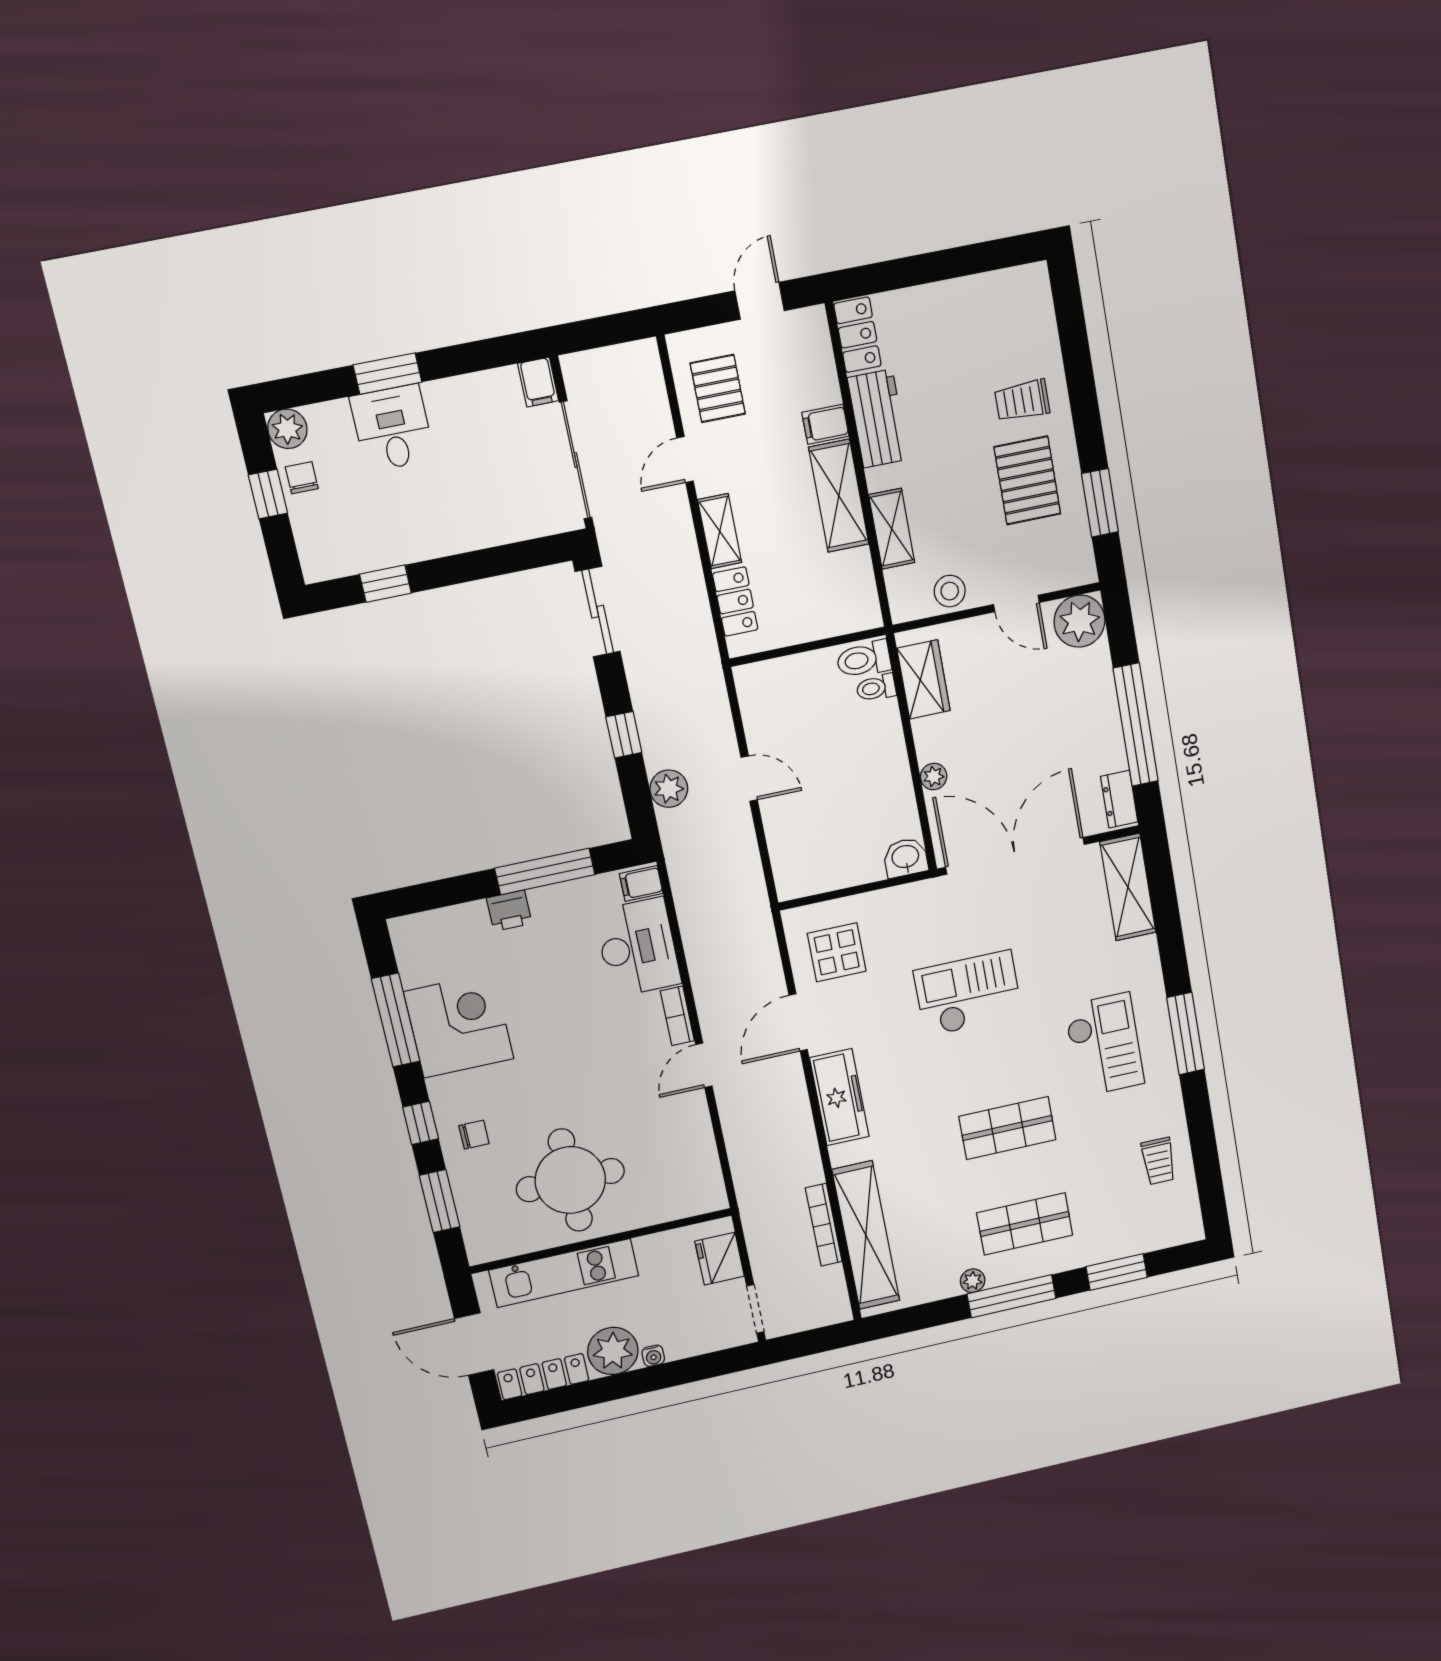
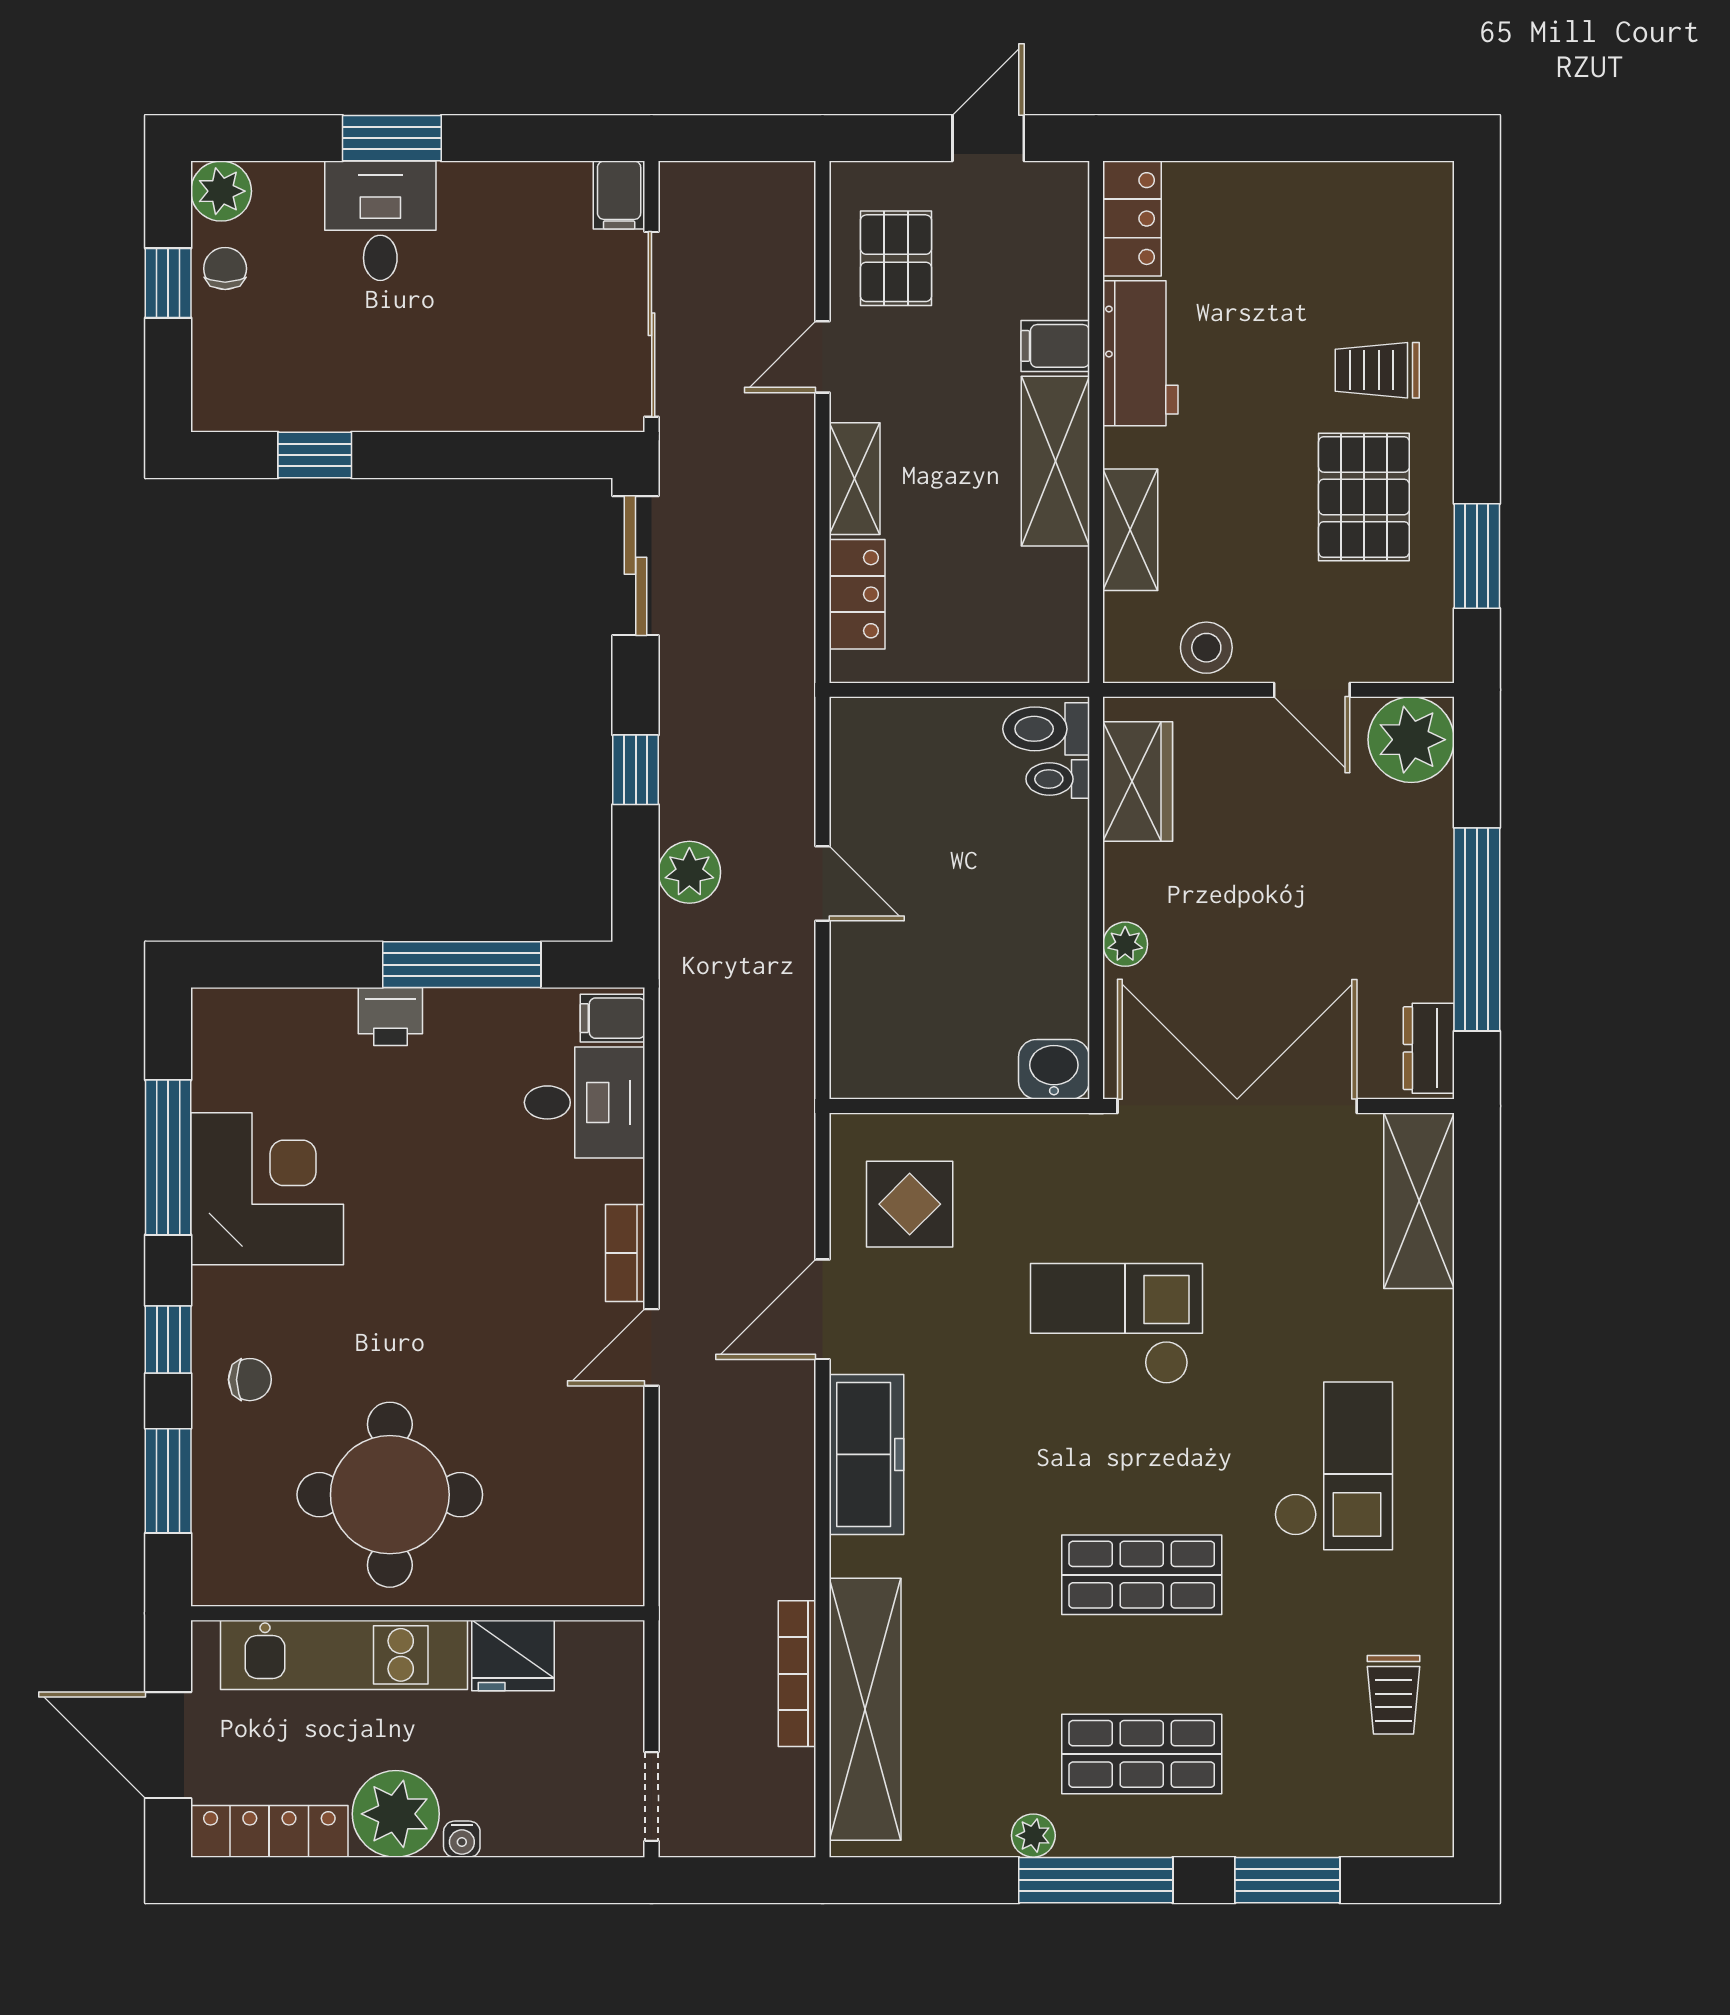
desk: (638, 947) -> (585, 1102), width x0.73
window: (1185, 1034) -> (1477, 1478), removed
fridge: (720, 1259) -> (513, 1656), moved, turned -90

